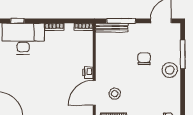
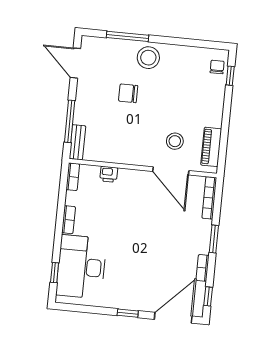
bench: (112, 28) -> (77, 142), width x0.73
printer: (88, 72) -> (109, 174), moved

